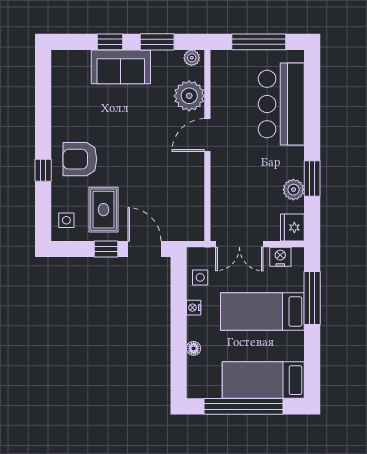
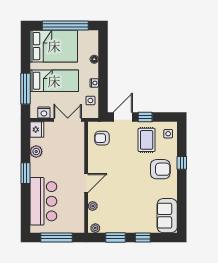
sofa: (121, 67) -> (167, 216), moved, turned -90
plant: (189, 96) -> (93, 206), width x0.53, depth x0.53
window: (312, 179) -> (25, 173), moved
armchair: (180, 213) -> (102, 138), added
door: (145, 249) -> (123, 117), swing flipped
bed: (263, 380) -> (54, 46), width x1.50

